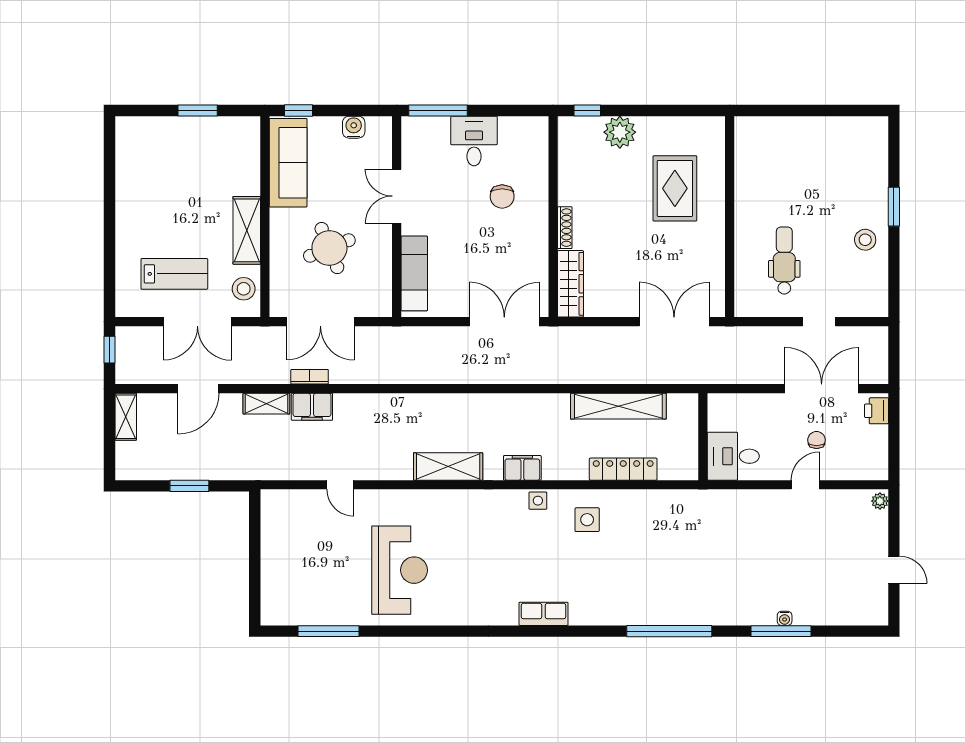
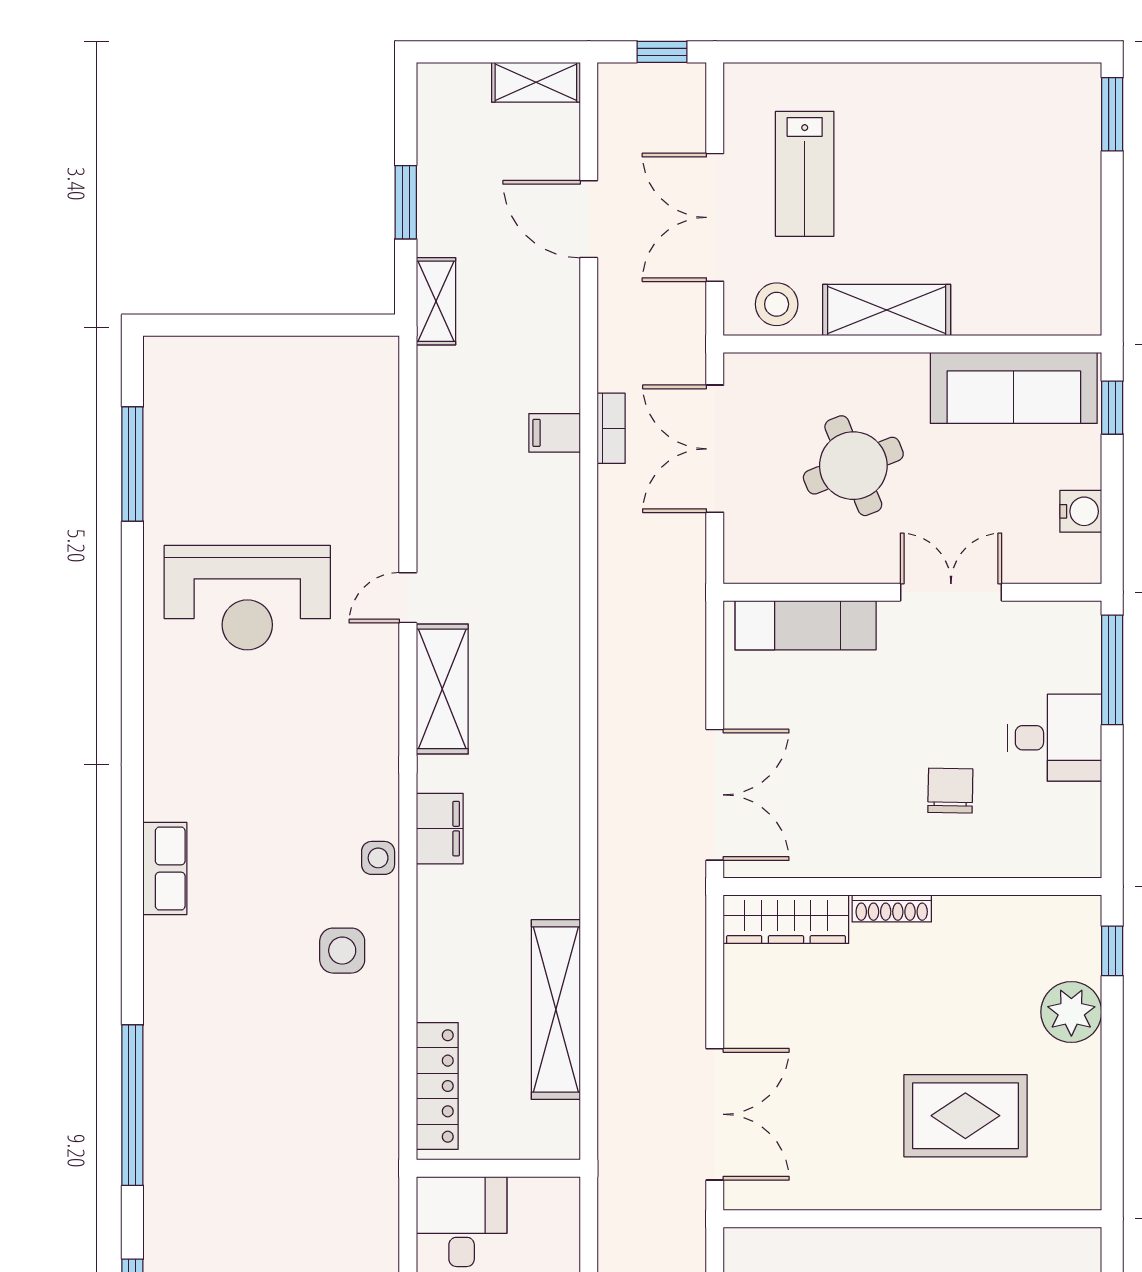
window: (198, 110) -> (1112, 114), moved
chair: (502, 196) -> (950, 791), turned 91
shelving: (266, 404) -> (436, 301), moved
filing cabinet: (312, 407) -> (555, 433), width x0.50
locker: (623, 469) -> (437, 1086), moved
door: (340, 485) -> (408, 598), moved

